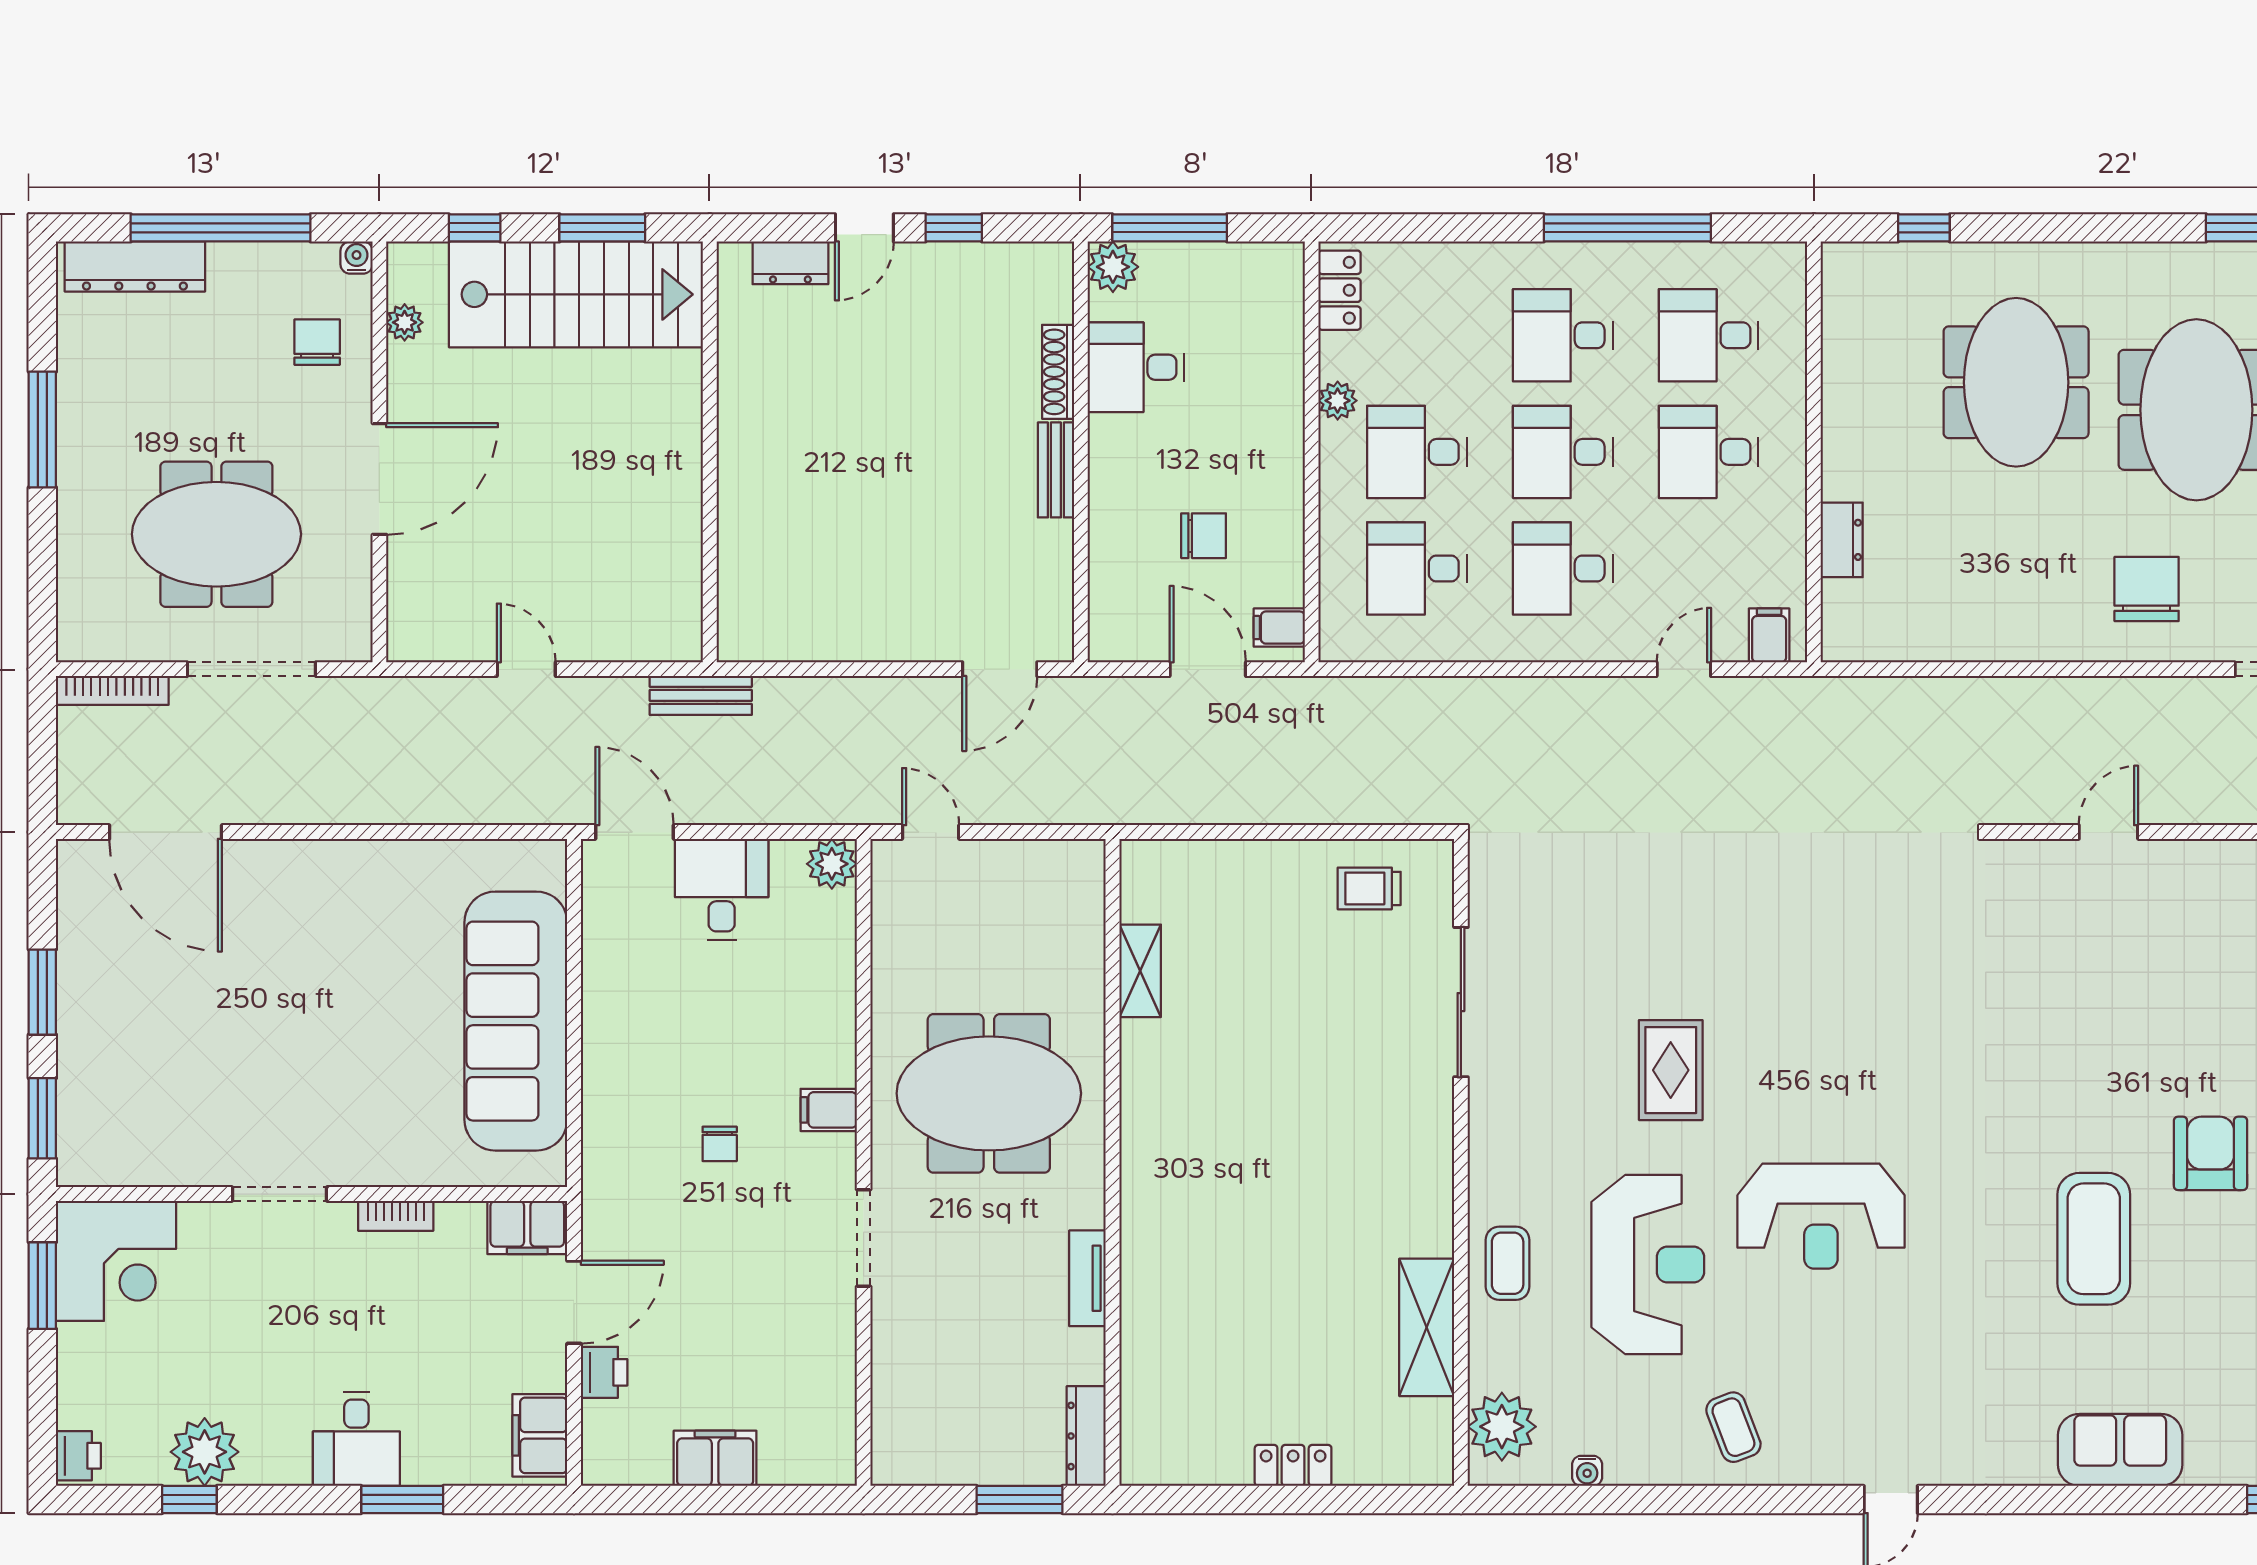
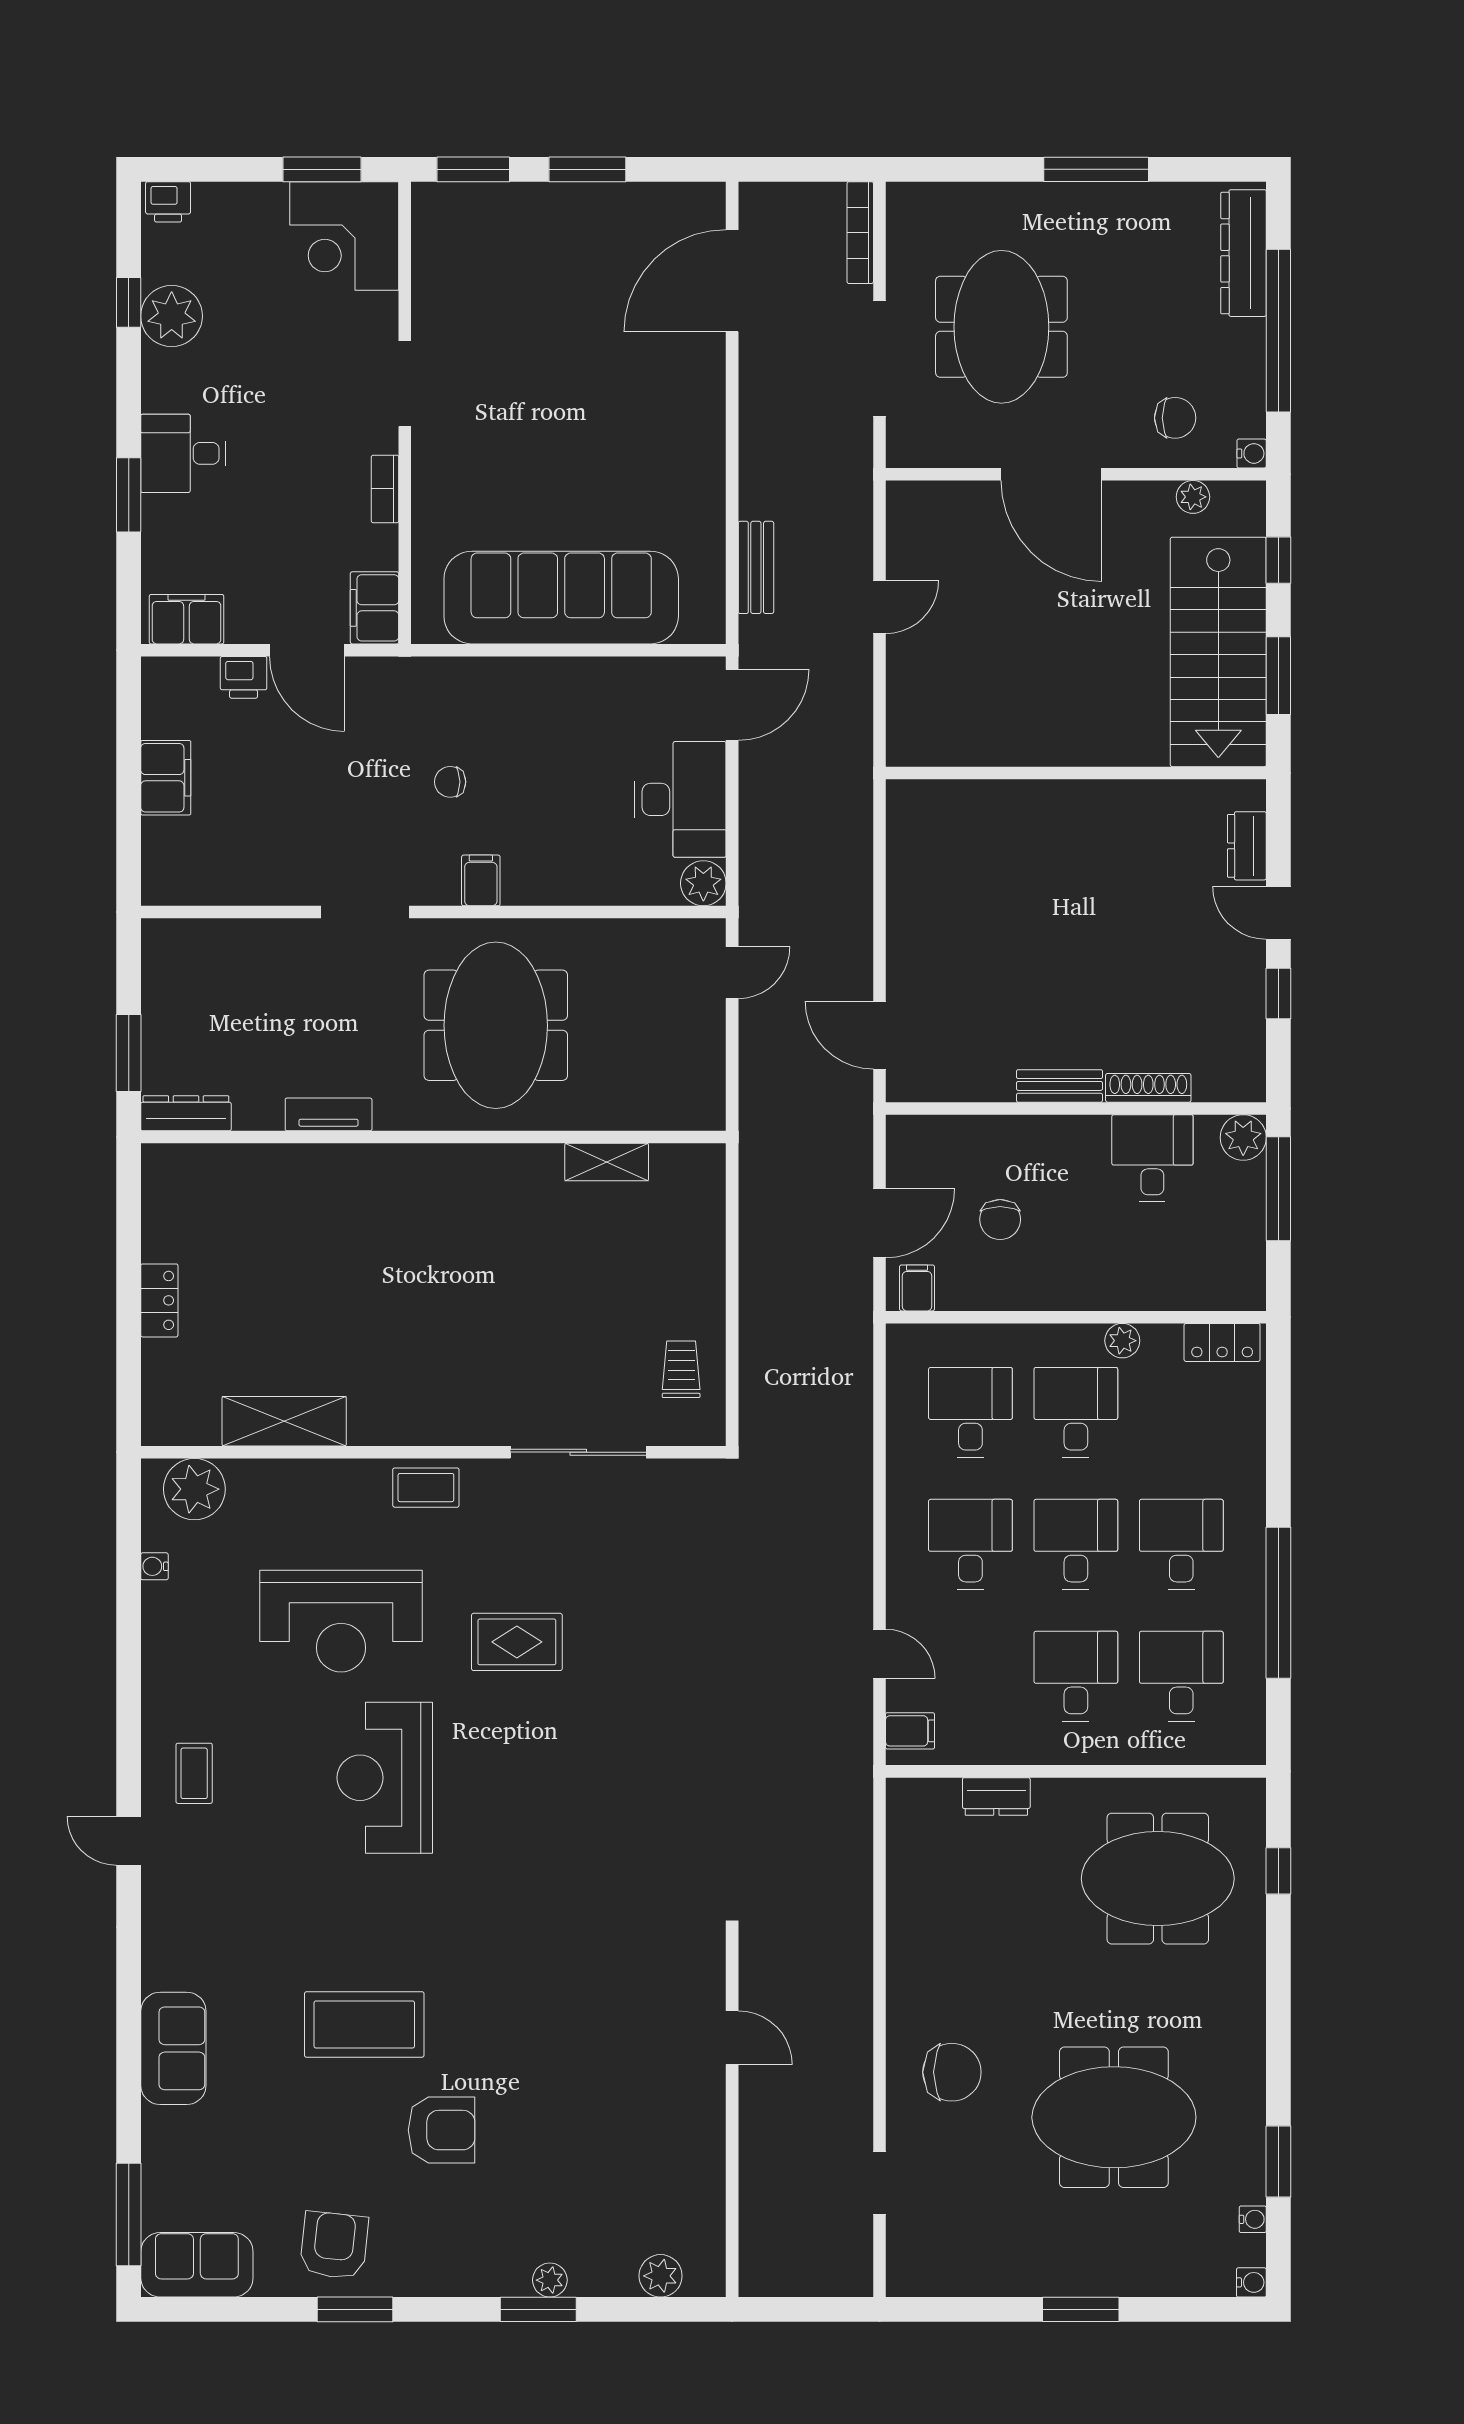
meeting table: (2016, 382) -> (1158, 1879), moved
bench: (701, 695) -> (756, 567), moved
desk: (722, 889) -> (680, 799), width x1.37
coffee table: (1508, 1263) -> (426, 1488), moved
coffee table: (1733, 1427) -> (194, 1773), moved, turned -69

